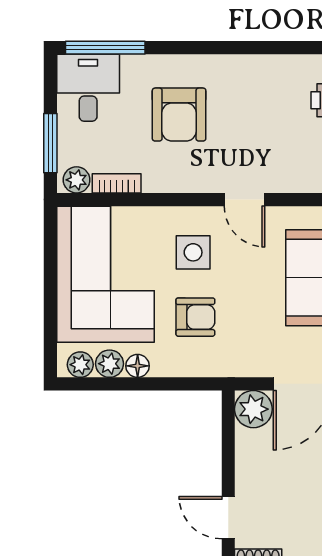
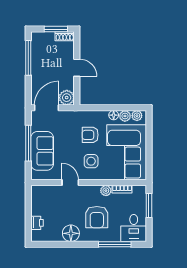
window: (105, 48) -> (115, 244), moved
floor lamp: (243, 75) -> (71, 233), added
armchair: (179, 115) -> (97, 217), turned 180
plant: (77, 180) -> (106, 191), moved
door: (228, 518) -> (77, 68), moved

